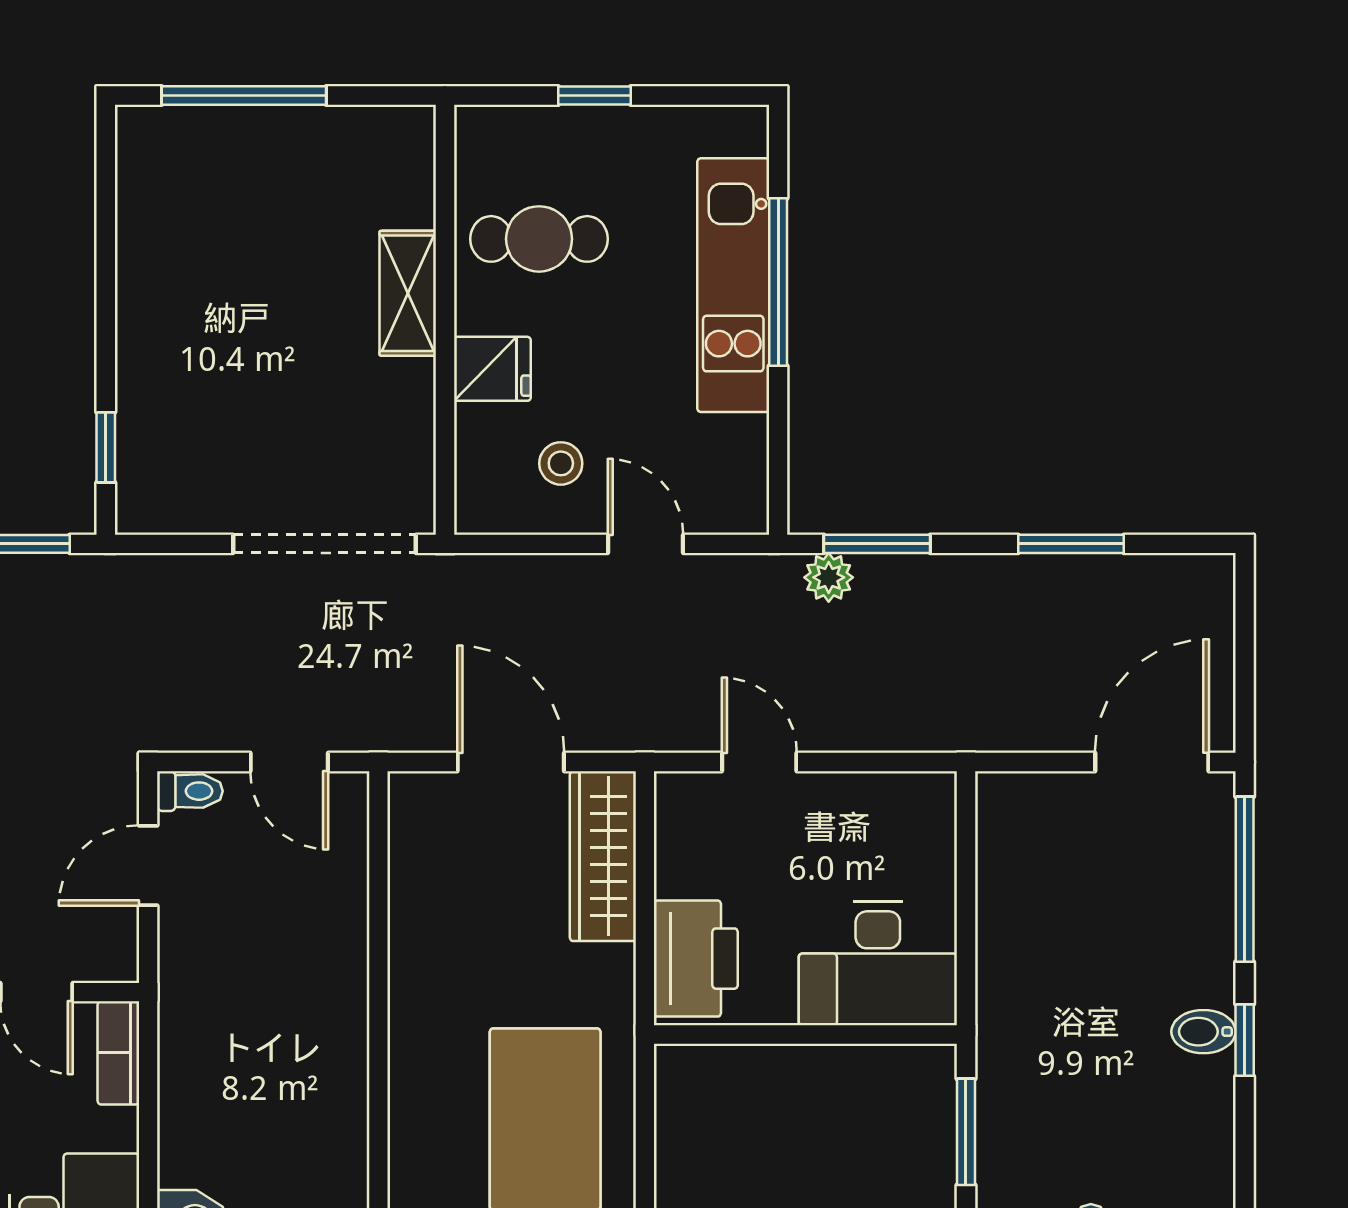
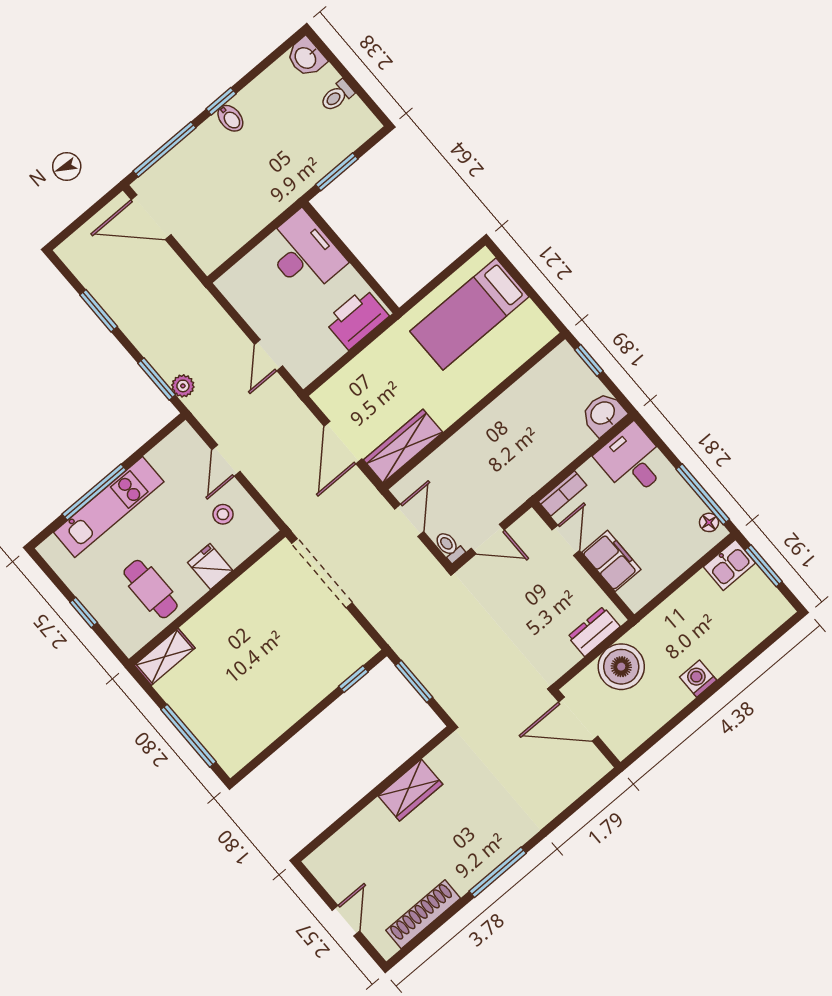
shelving: (408, 293) -> (165, 657), moved
wardrobe: (603, 856) -> (403, 446), moved, turned 180

